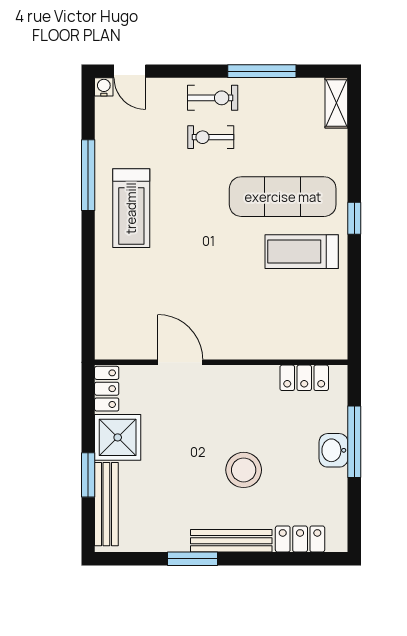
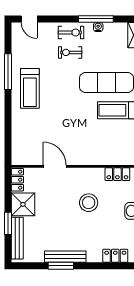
water cooler: (104, 87) -> (98, 27), moved
stool: (244, 470) -> (89, 203), moved
bench: (231, 541) -> (65, 257), moved

